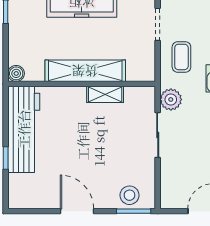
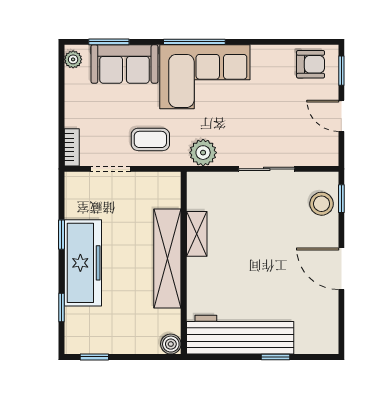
sliding door: (158, 135) -> (267, 169), moved
door: (77, 211) -> (341, 269), hinge flipped
window: (134, 211) -> (341, 199), width x0.67

